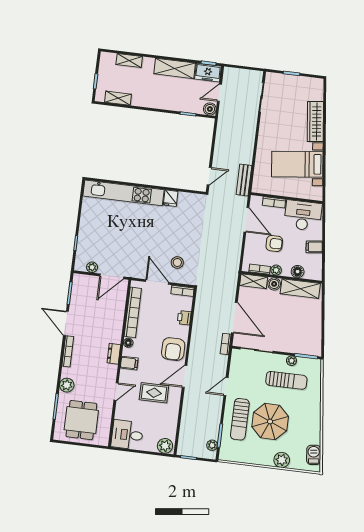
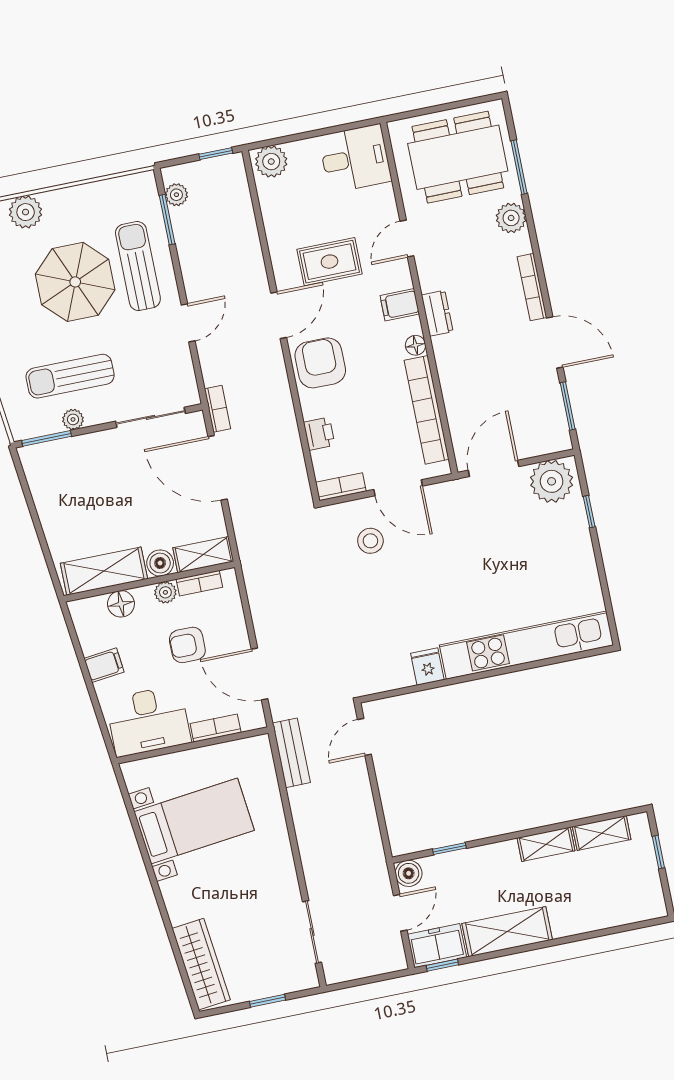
shelving: (129, 61) -> (546, 844), moved
wardrobe: (315, 122) -> (201, 964), moved
plant: (92, 267) -> (552, 481), width x1.88, depth x1.88
dining table: (81, 420) -> (458, 157), width x1.37

